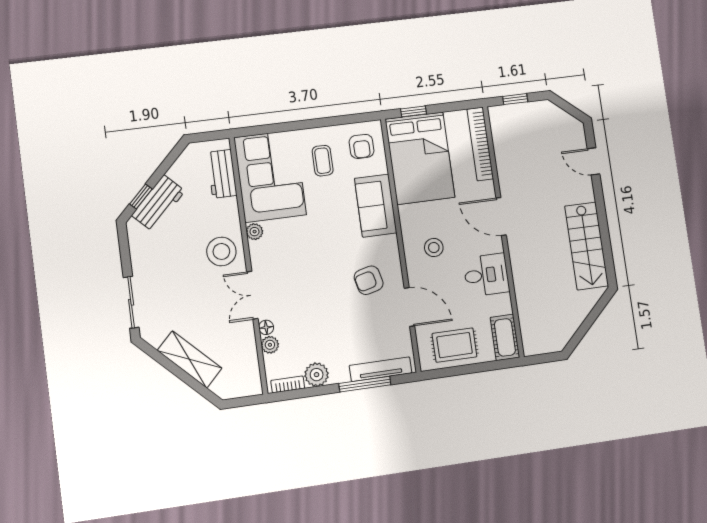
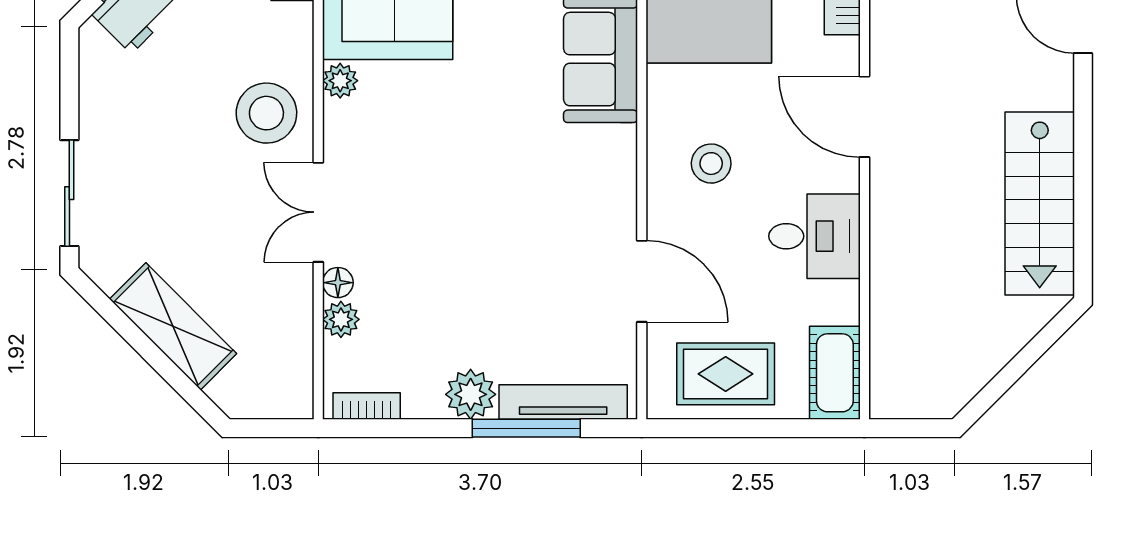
armchair: (369, 280) -> (564, 214), removed
plant: (317, 375) -> (471, 394), moved

